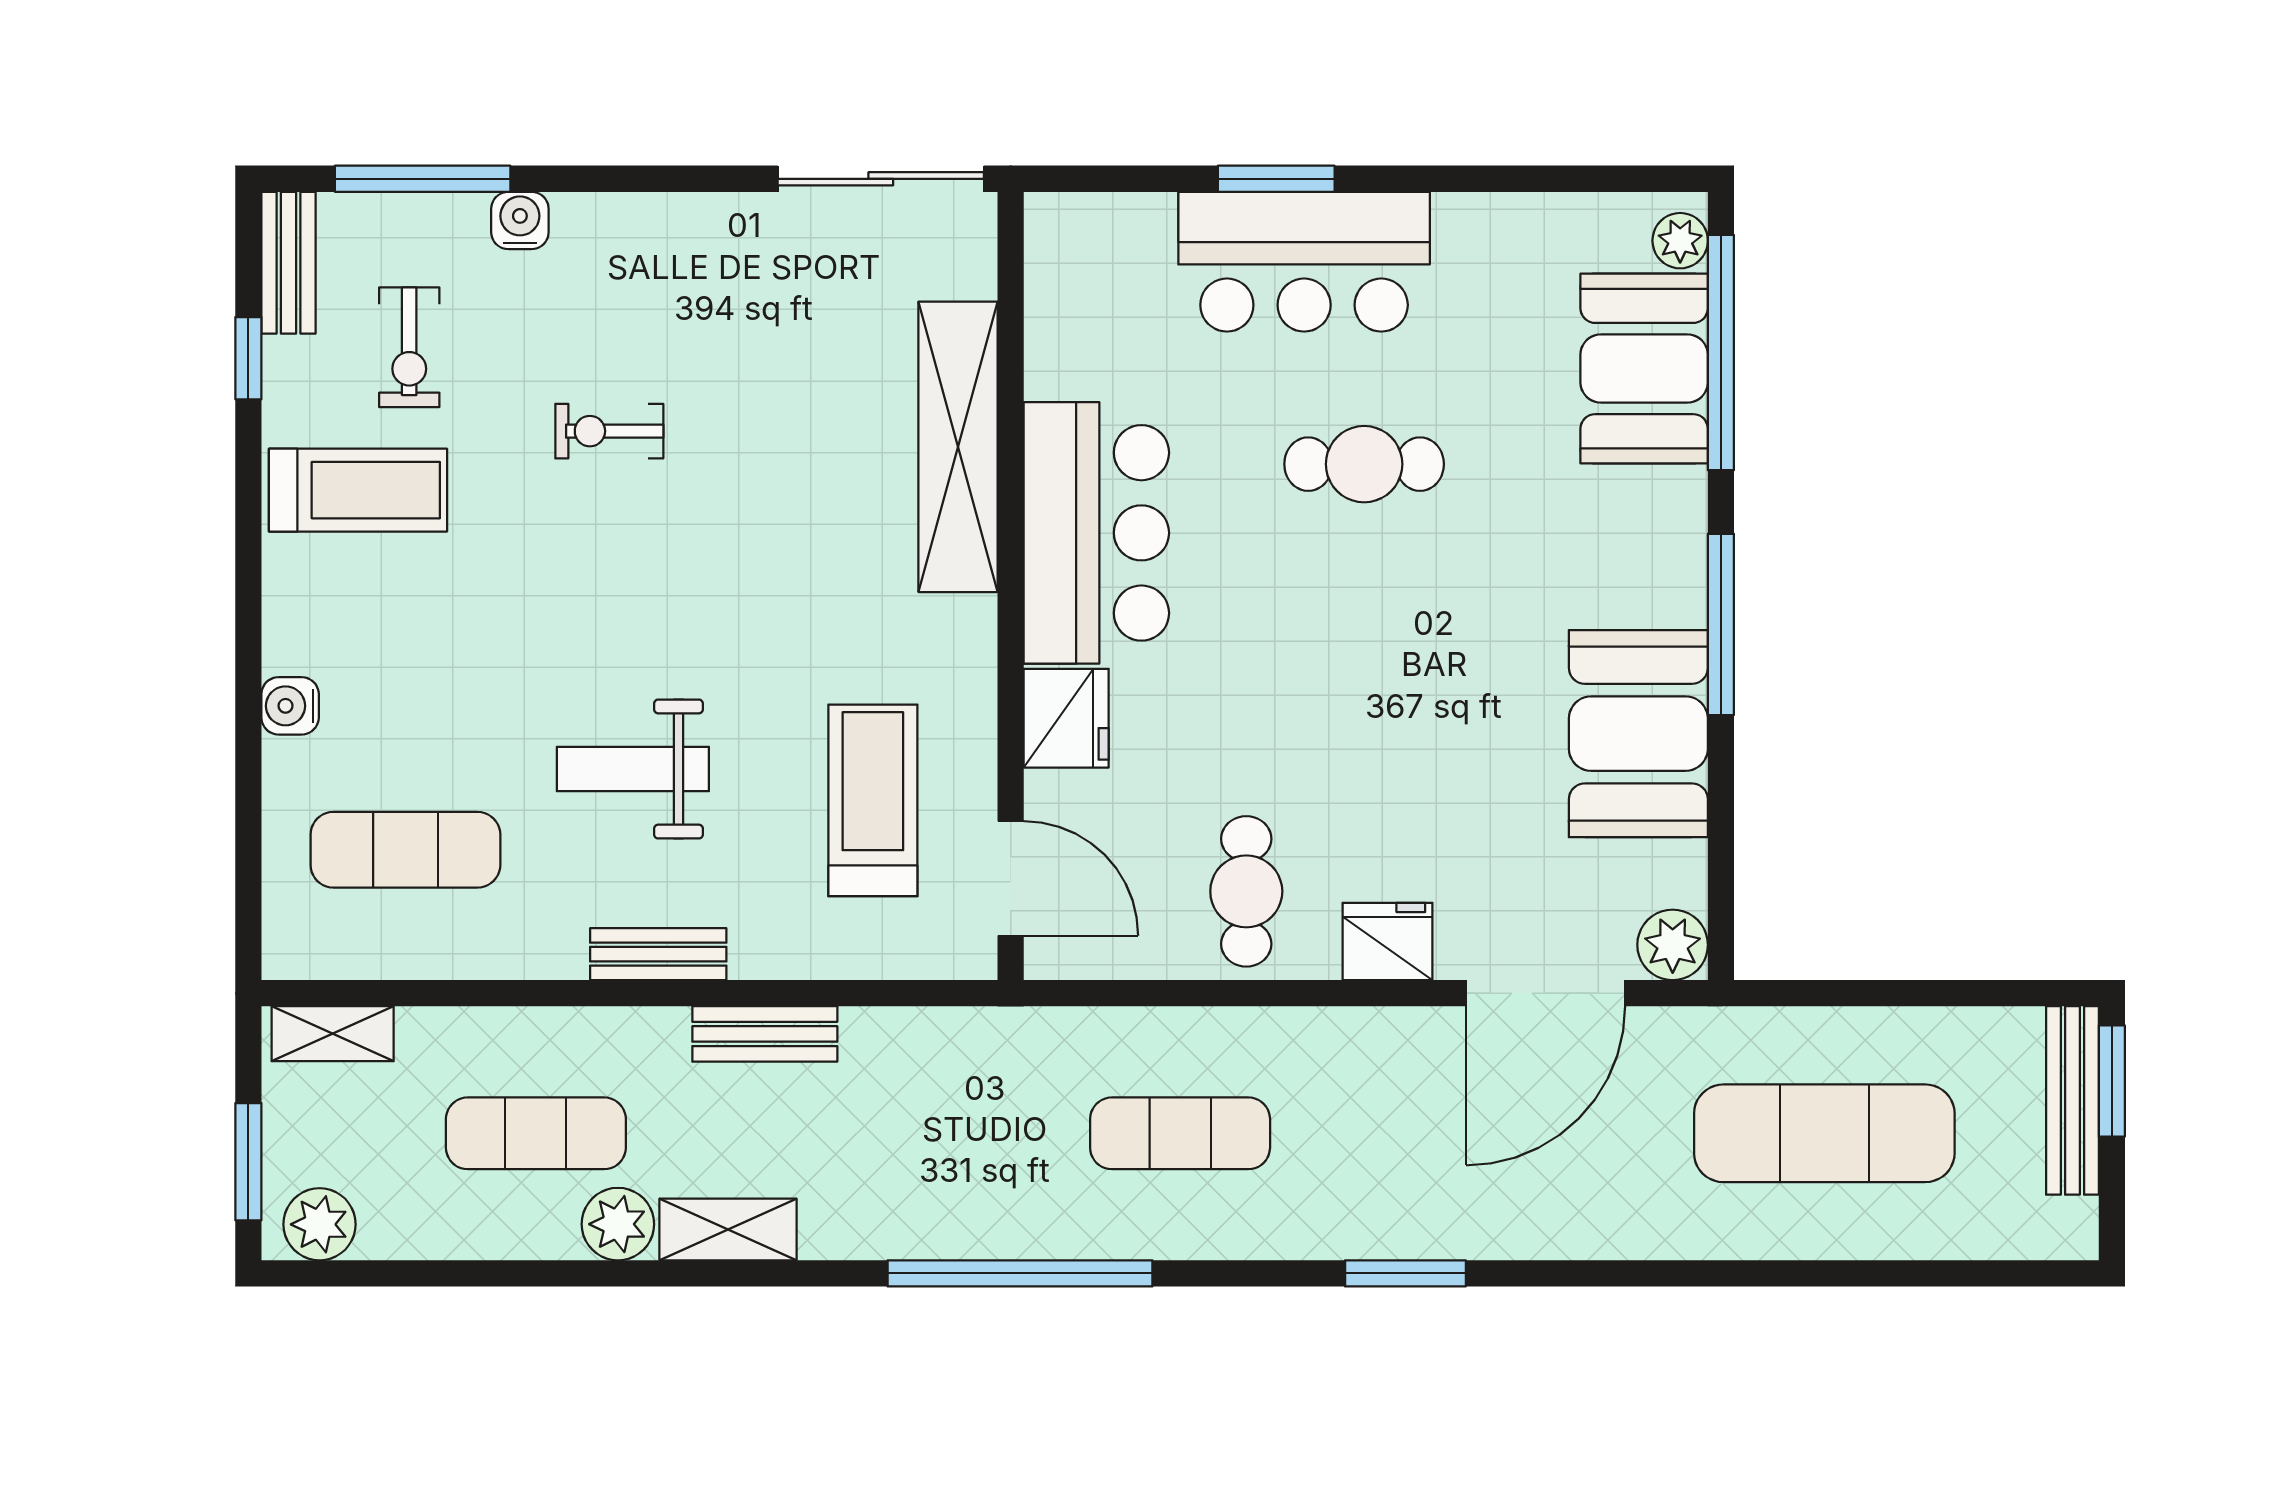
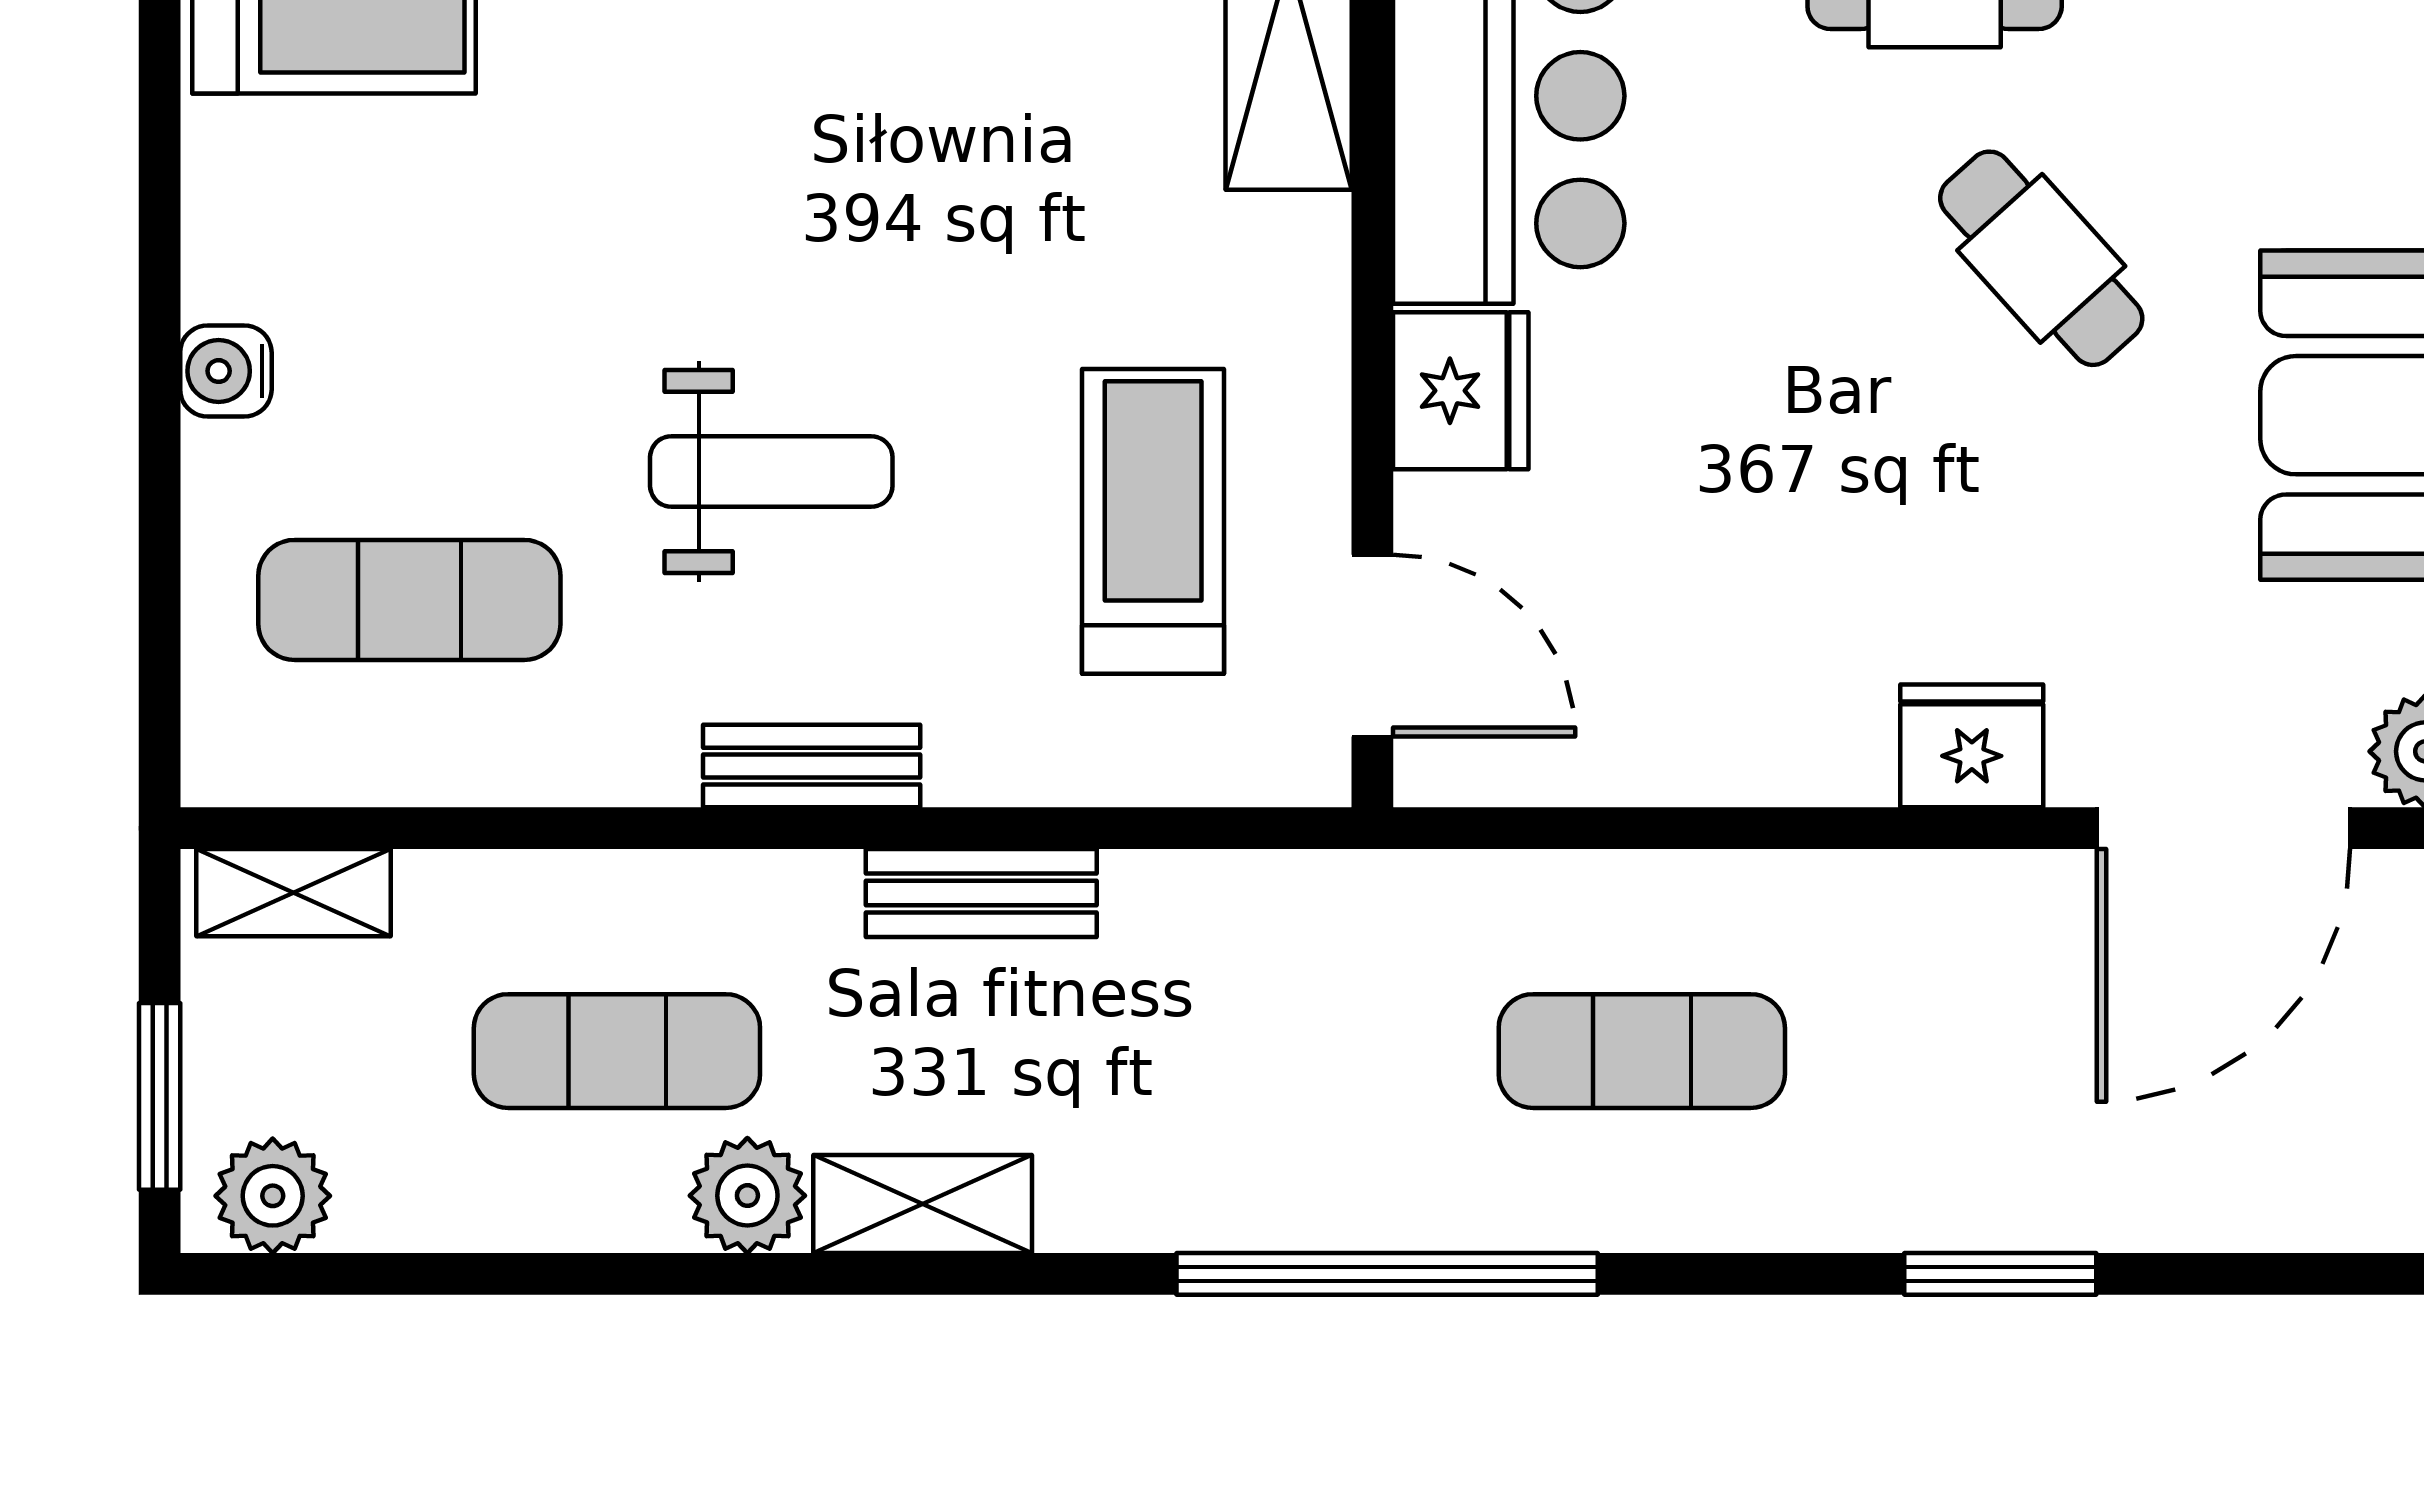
weight bench: (633, 769) -> (771, 472), turned 180
cafe table: (1246, 891) -> (2041, 258), moved, turned -42

